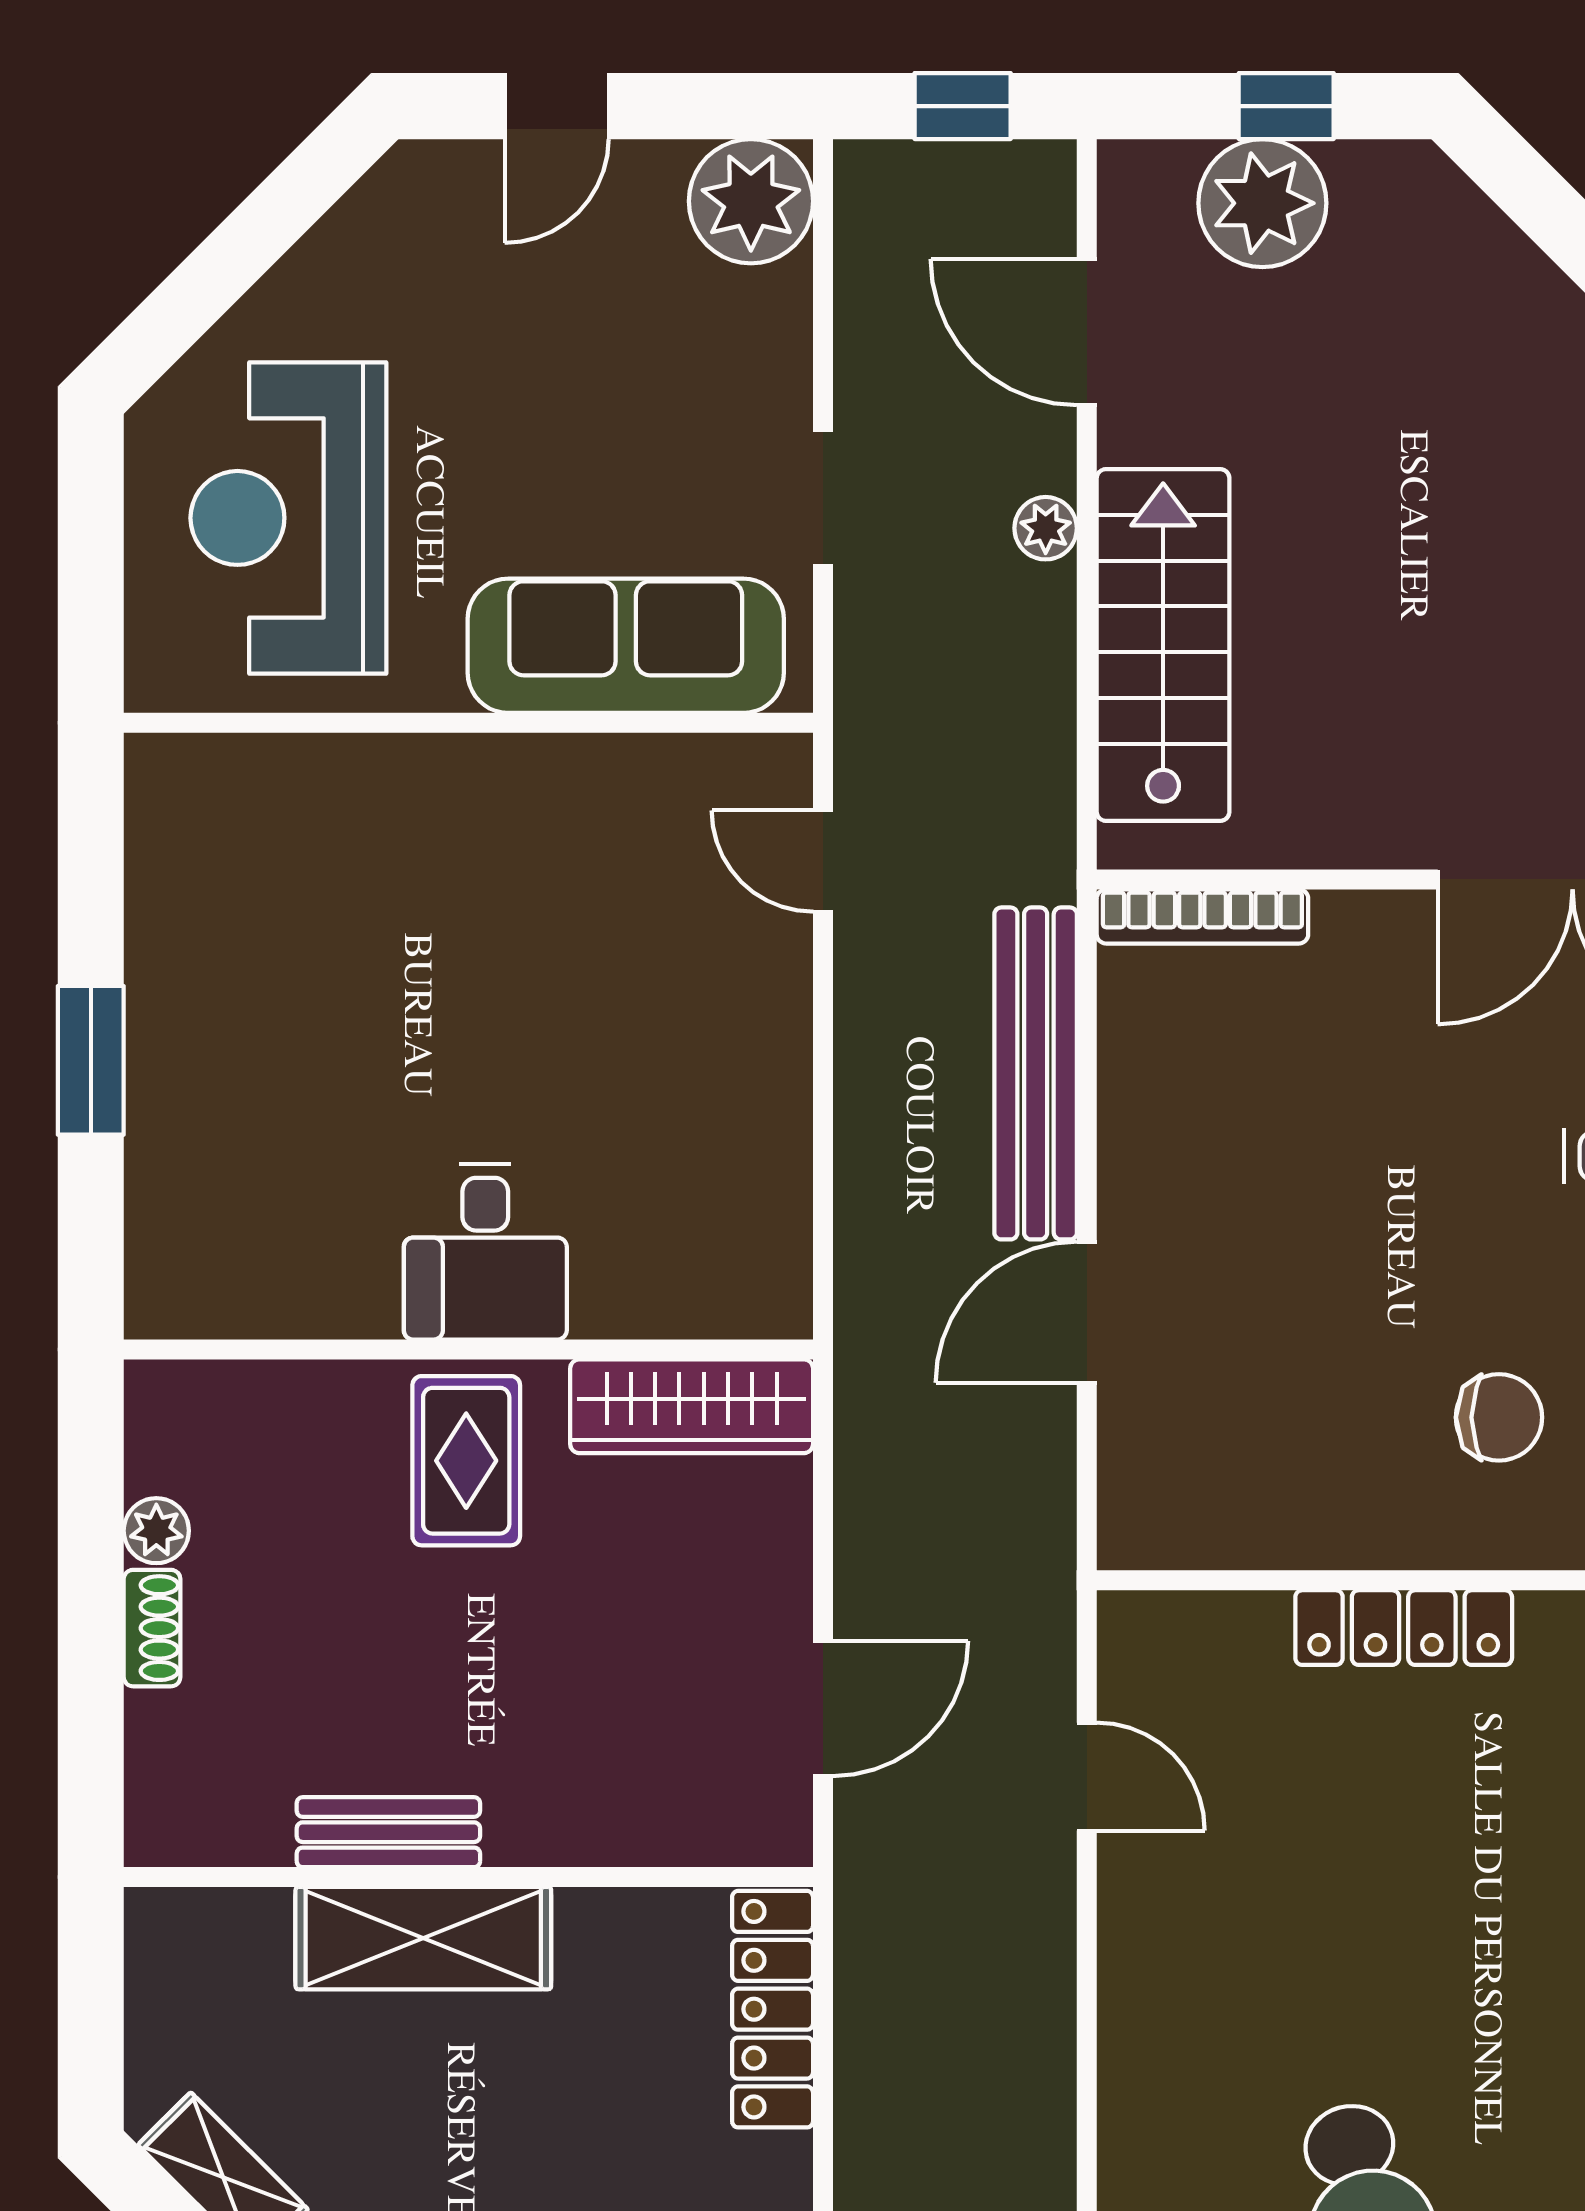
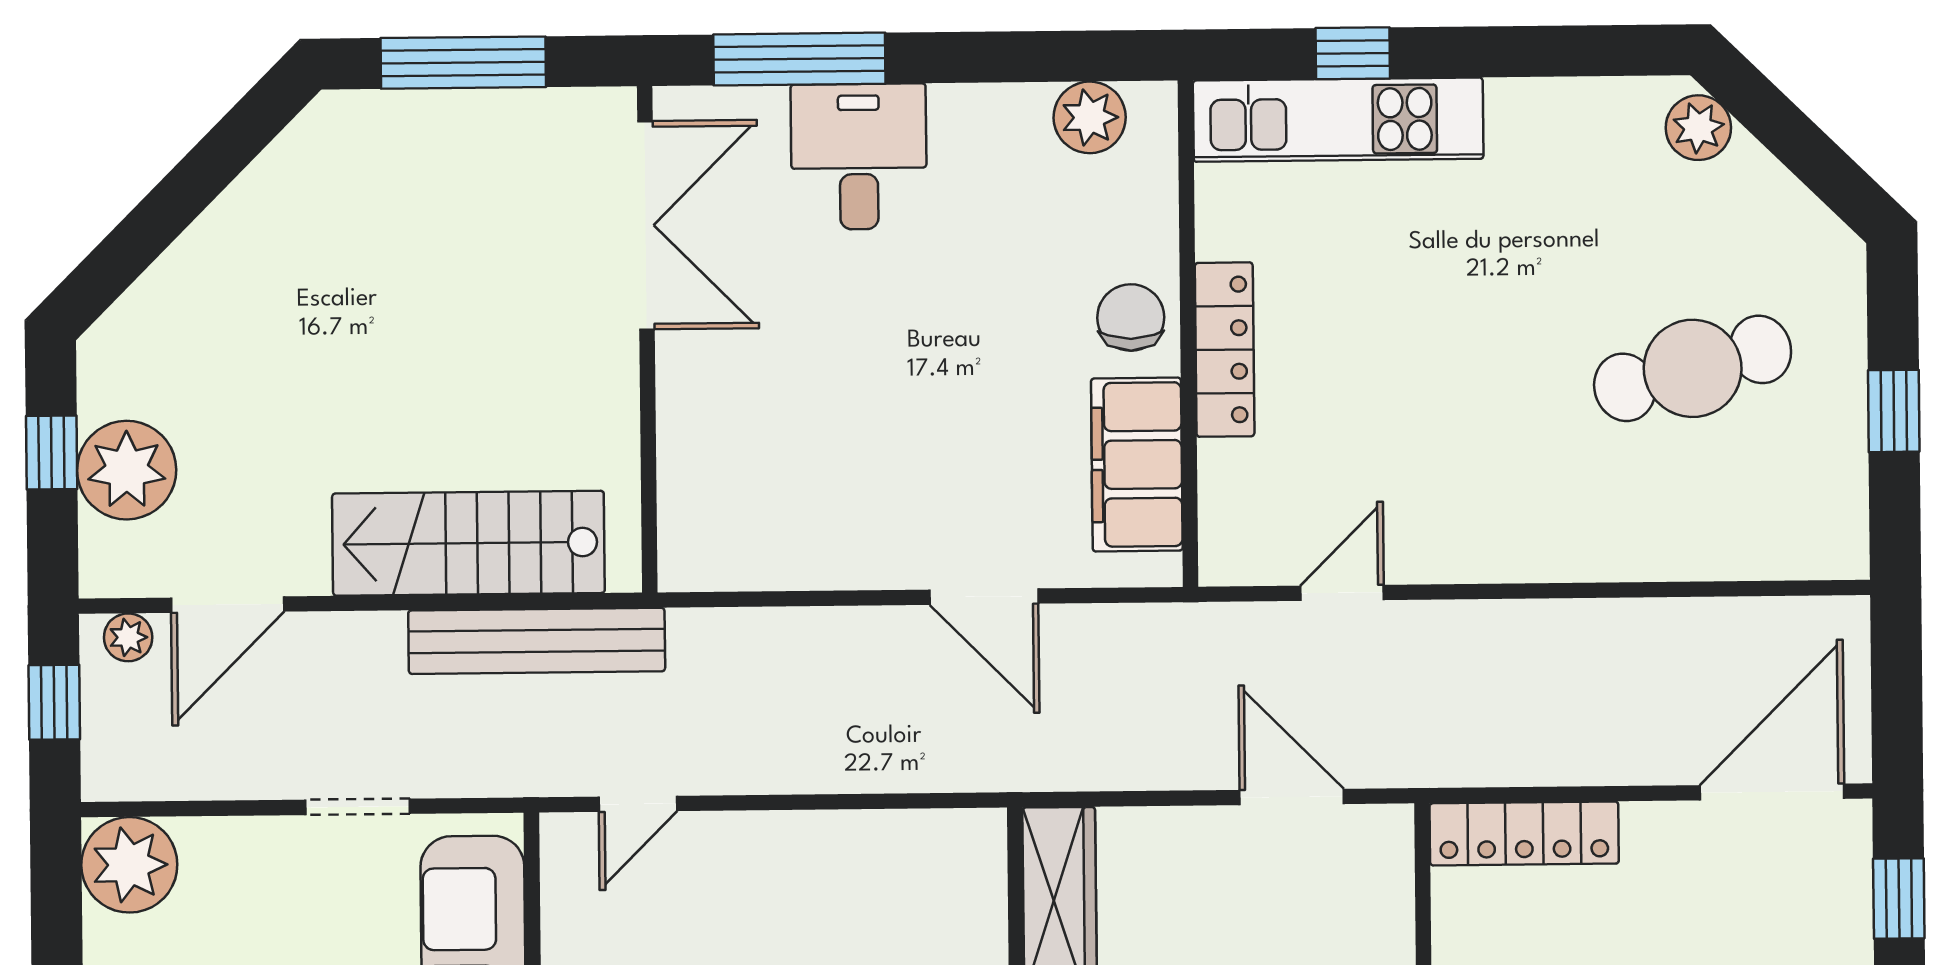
plant: (1046, 528) -> (128, 637), moved
bookcase: (1202, 916) -> (678, 511), removed
bench: (1036, 1073) -> (537, 641), moved
chair: (1499, 1417) -> (1131, 317), moved
filing cabinet: (1256, 1512) -> (1137, 465), added

